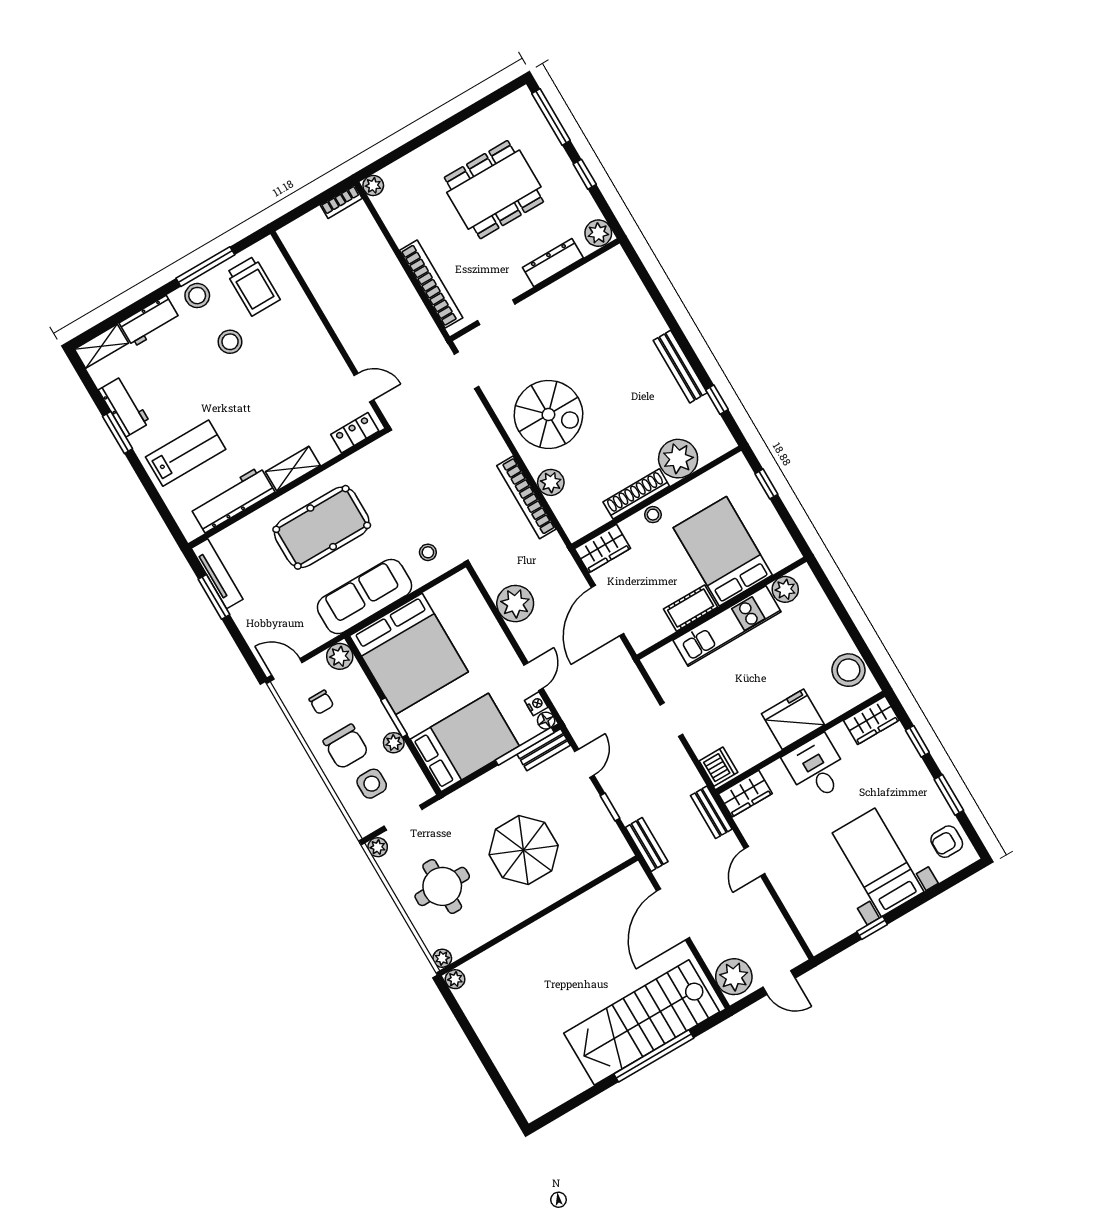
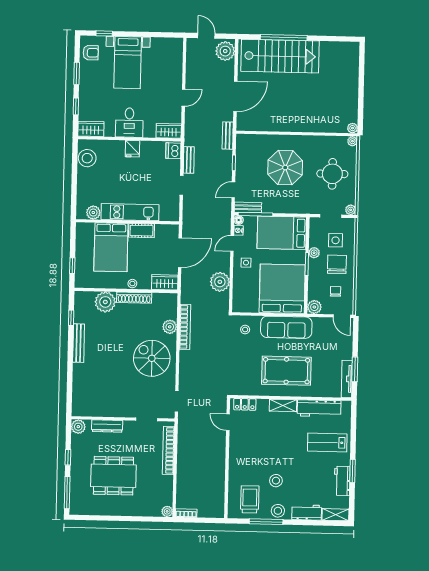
side table: (492, 660) -> (246, 263), added
fridge: (793, 719) -> (132, 149), width x0.53, depth x0.75
bench: (711, 812) -> (189, 160), moved
window: (872, 928) -> (104, 33), moved

